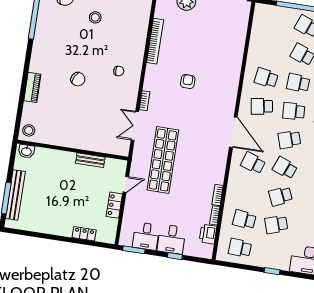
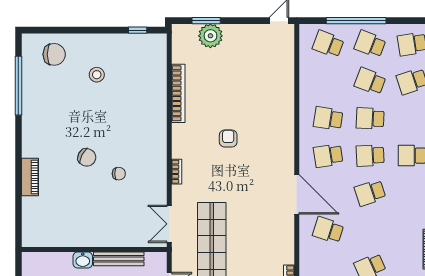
chair: (119, 71) -> (119, 174), moved
double door: (135, 126) -> (169, 224), moved
stool: (29, 130) -> (34, 233), removed
washbasin: (26, 151) -> (83, 260), moved
bench: (90, 160) -> (119, 259), width x1.36
school desk: (285, 168) -> (328, 44), moved

